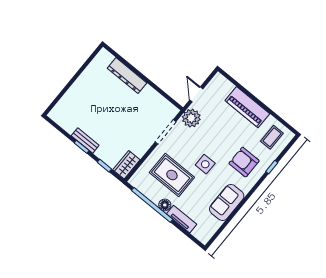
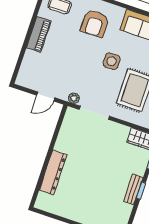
piano: (247, 107) -> (39, 34), width x0.73, depth x0.75
plant: (191, 118) -> (74, 98), width x0.53, depth x0.53

